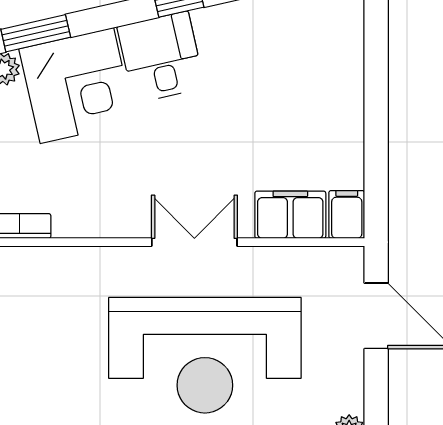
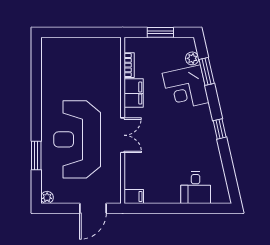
desk: (161, 57) -> (196, 188), moved, turned 103
filing cabinet: (290, 215) -> (134, 93), moved

